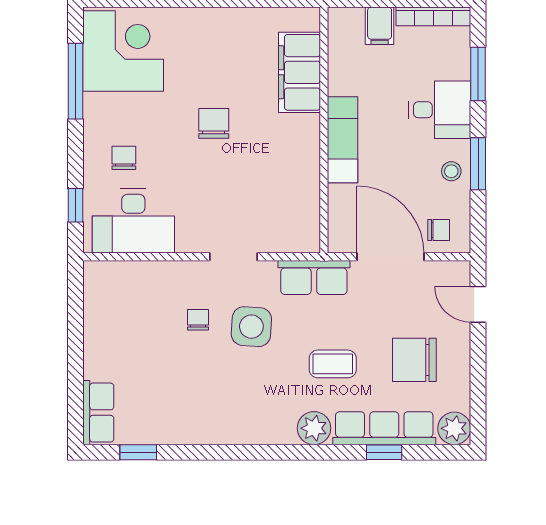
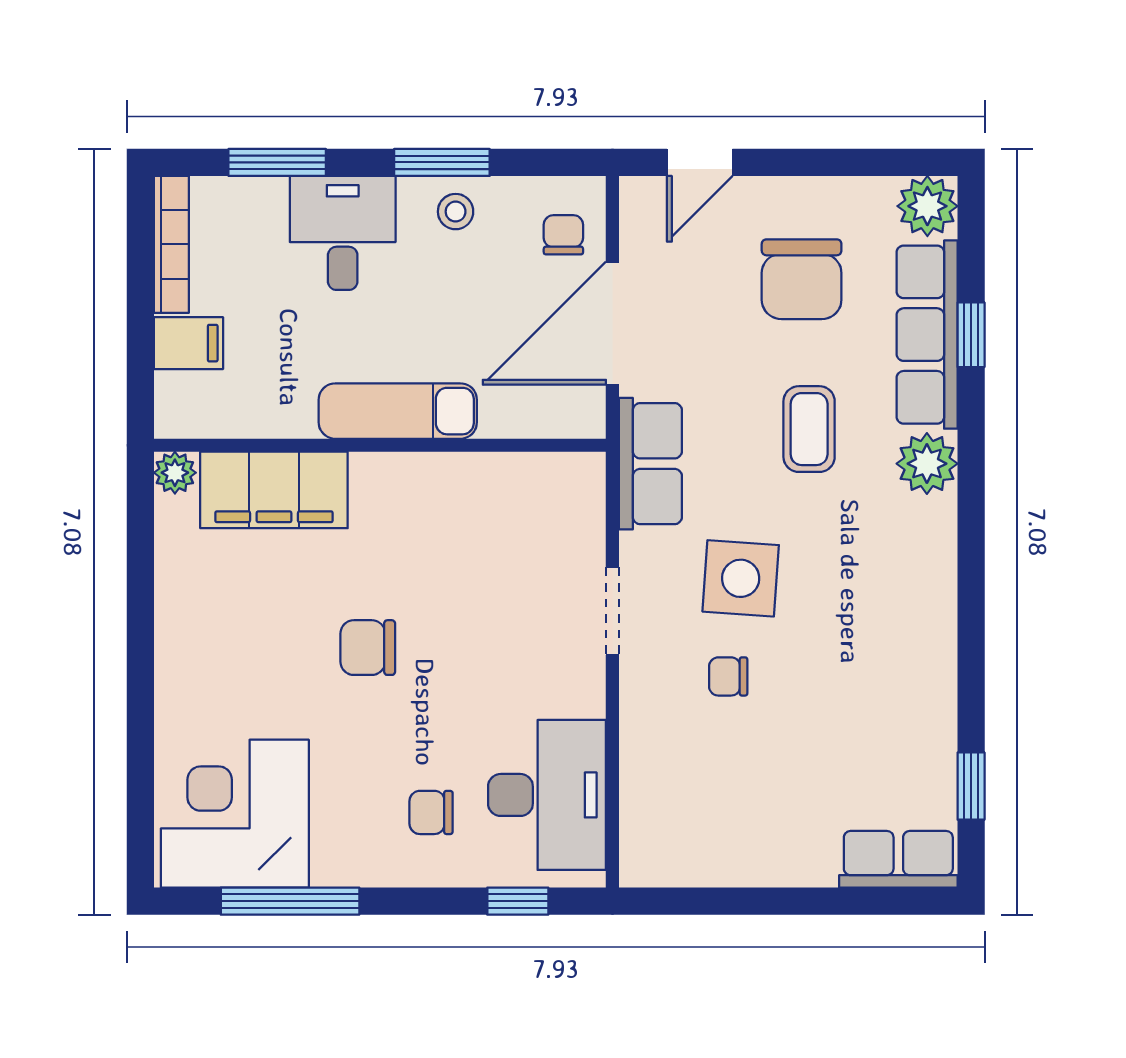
plant: (309, 18) -> (175, 473), added

